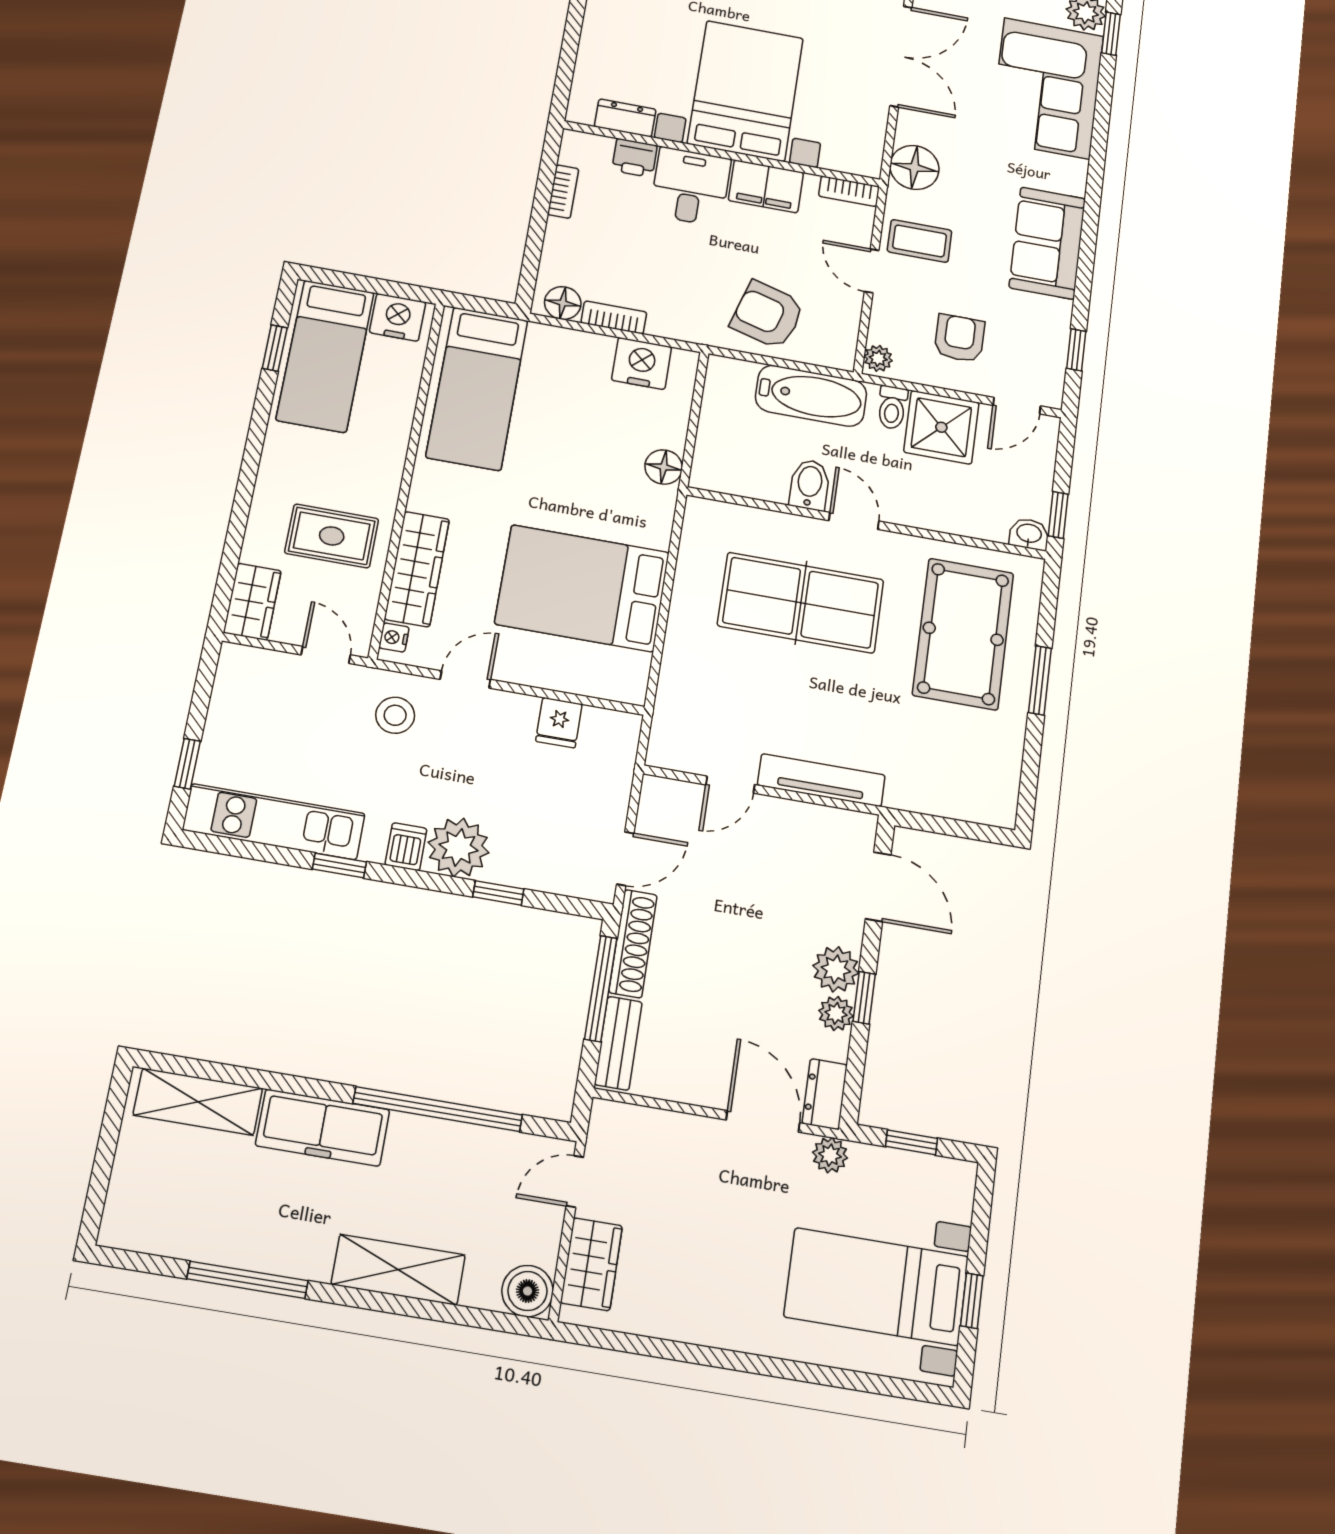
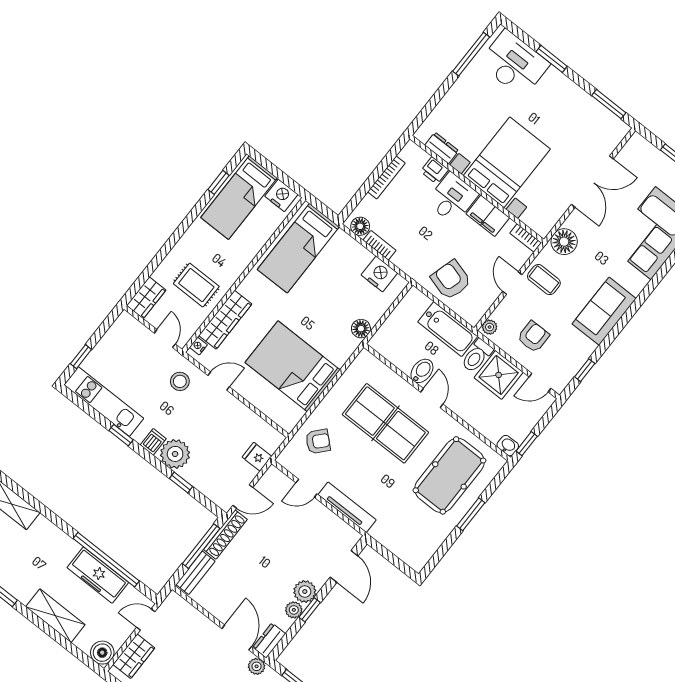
bookcase: (563, 192) -> (386, 177), width x1.56
toilet: (892, 408) -> (477, 356), width x1.37, depth x1.39
armchair: (702, 693) -> (318, 441), added
fridge: (559, 723) -> (257, 457), moved, turned 90
freezer: (323, 1128) -> (98, 575), moved

